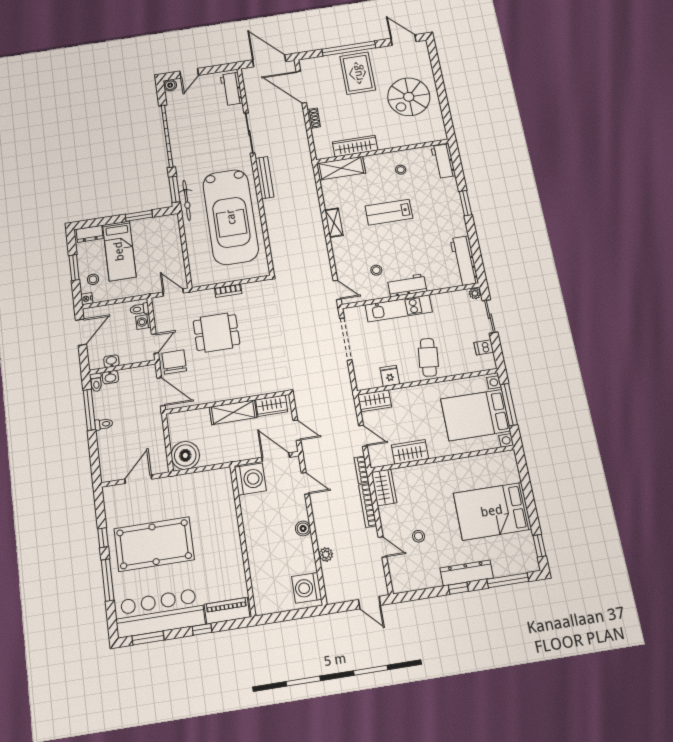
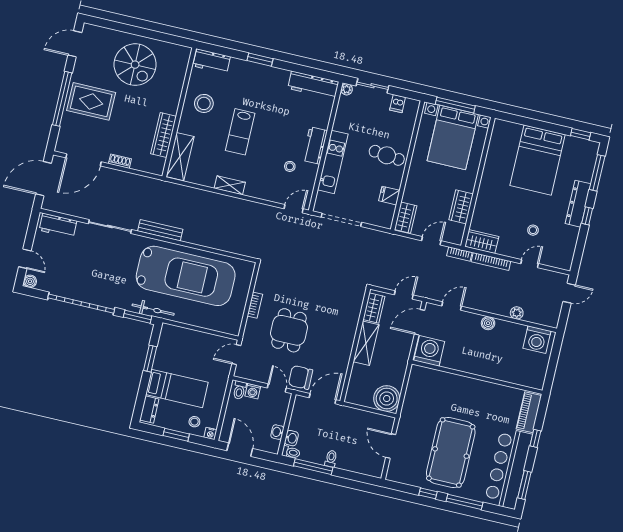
stool: (401, 170) -> (204, 103), width x1.89, depth x1.89

